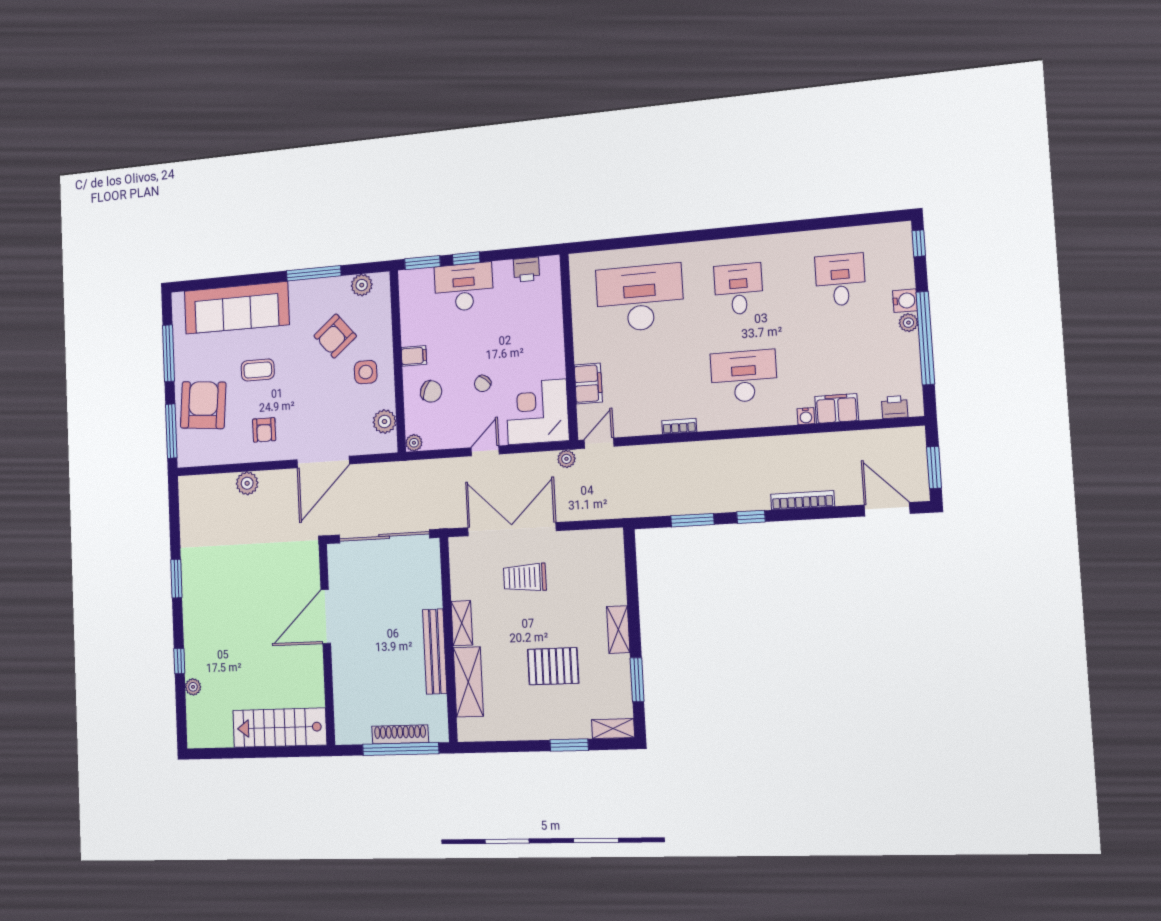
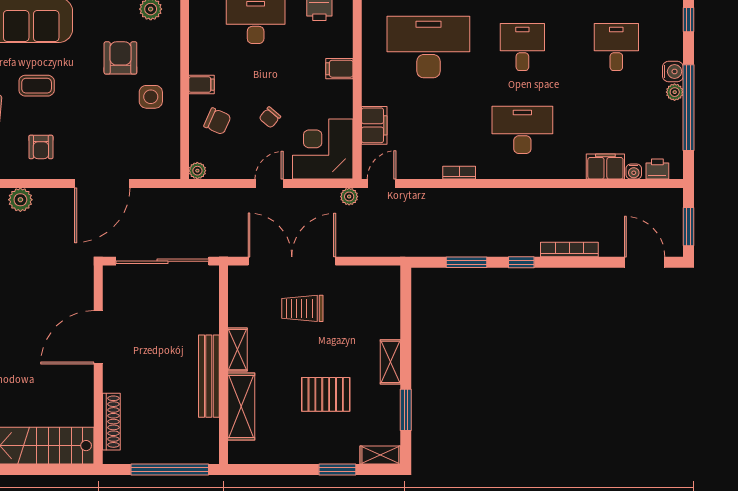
filing cabinet: (550, 328) -> (339, 69), added
armchair: (335, 336) -> (120, 58), turned 130
water cooler: (806, 416) -> (634, 172), moved
plant: (384, 422) -> (168, 148), removed
shoe rack: (400, 734) -> (111, 422), moved, turned 90

